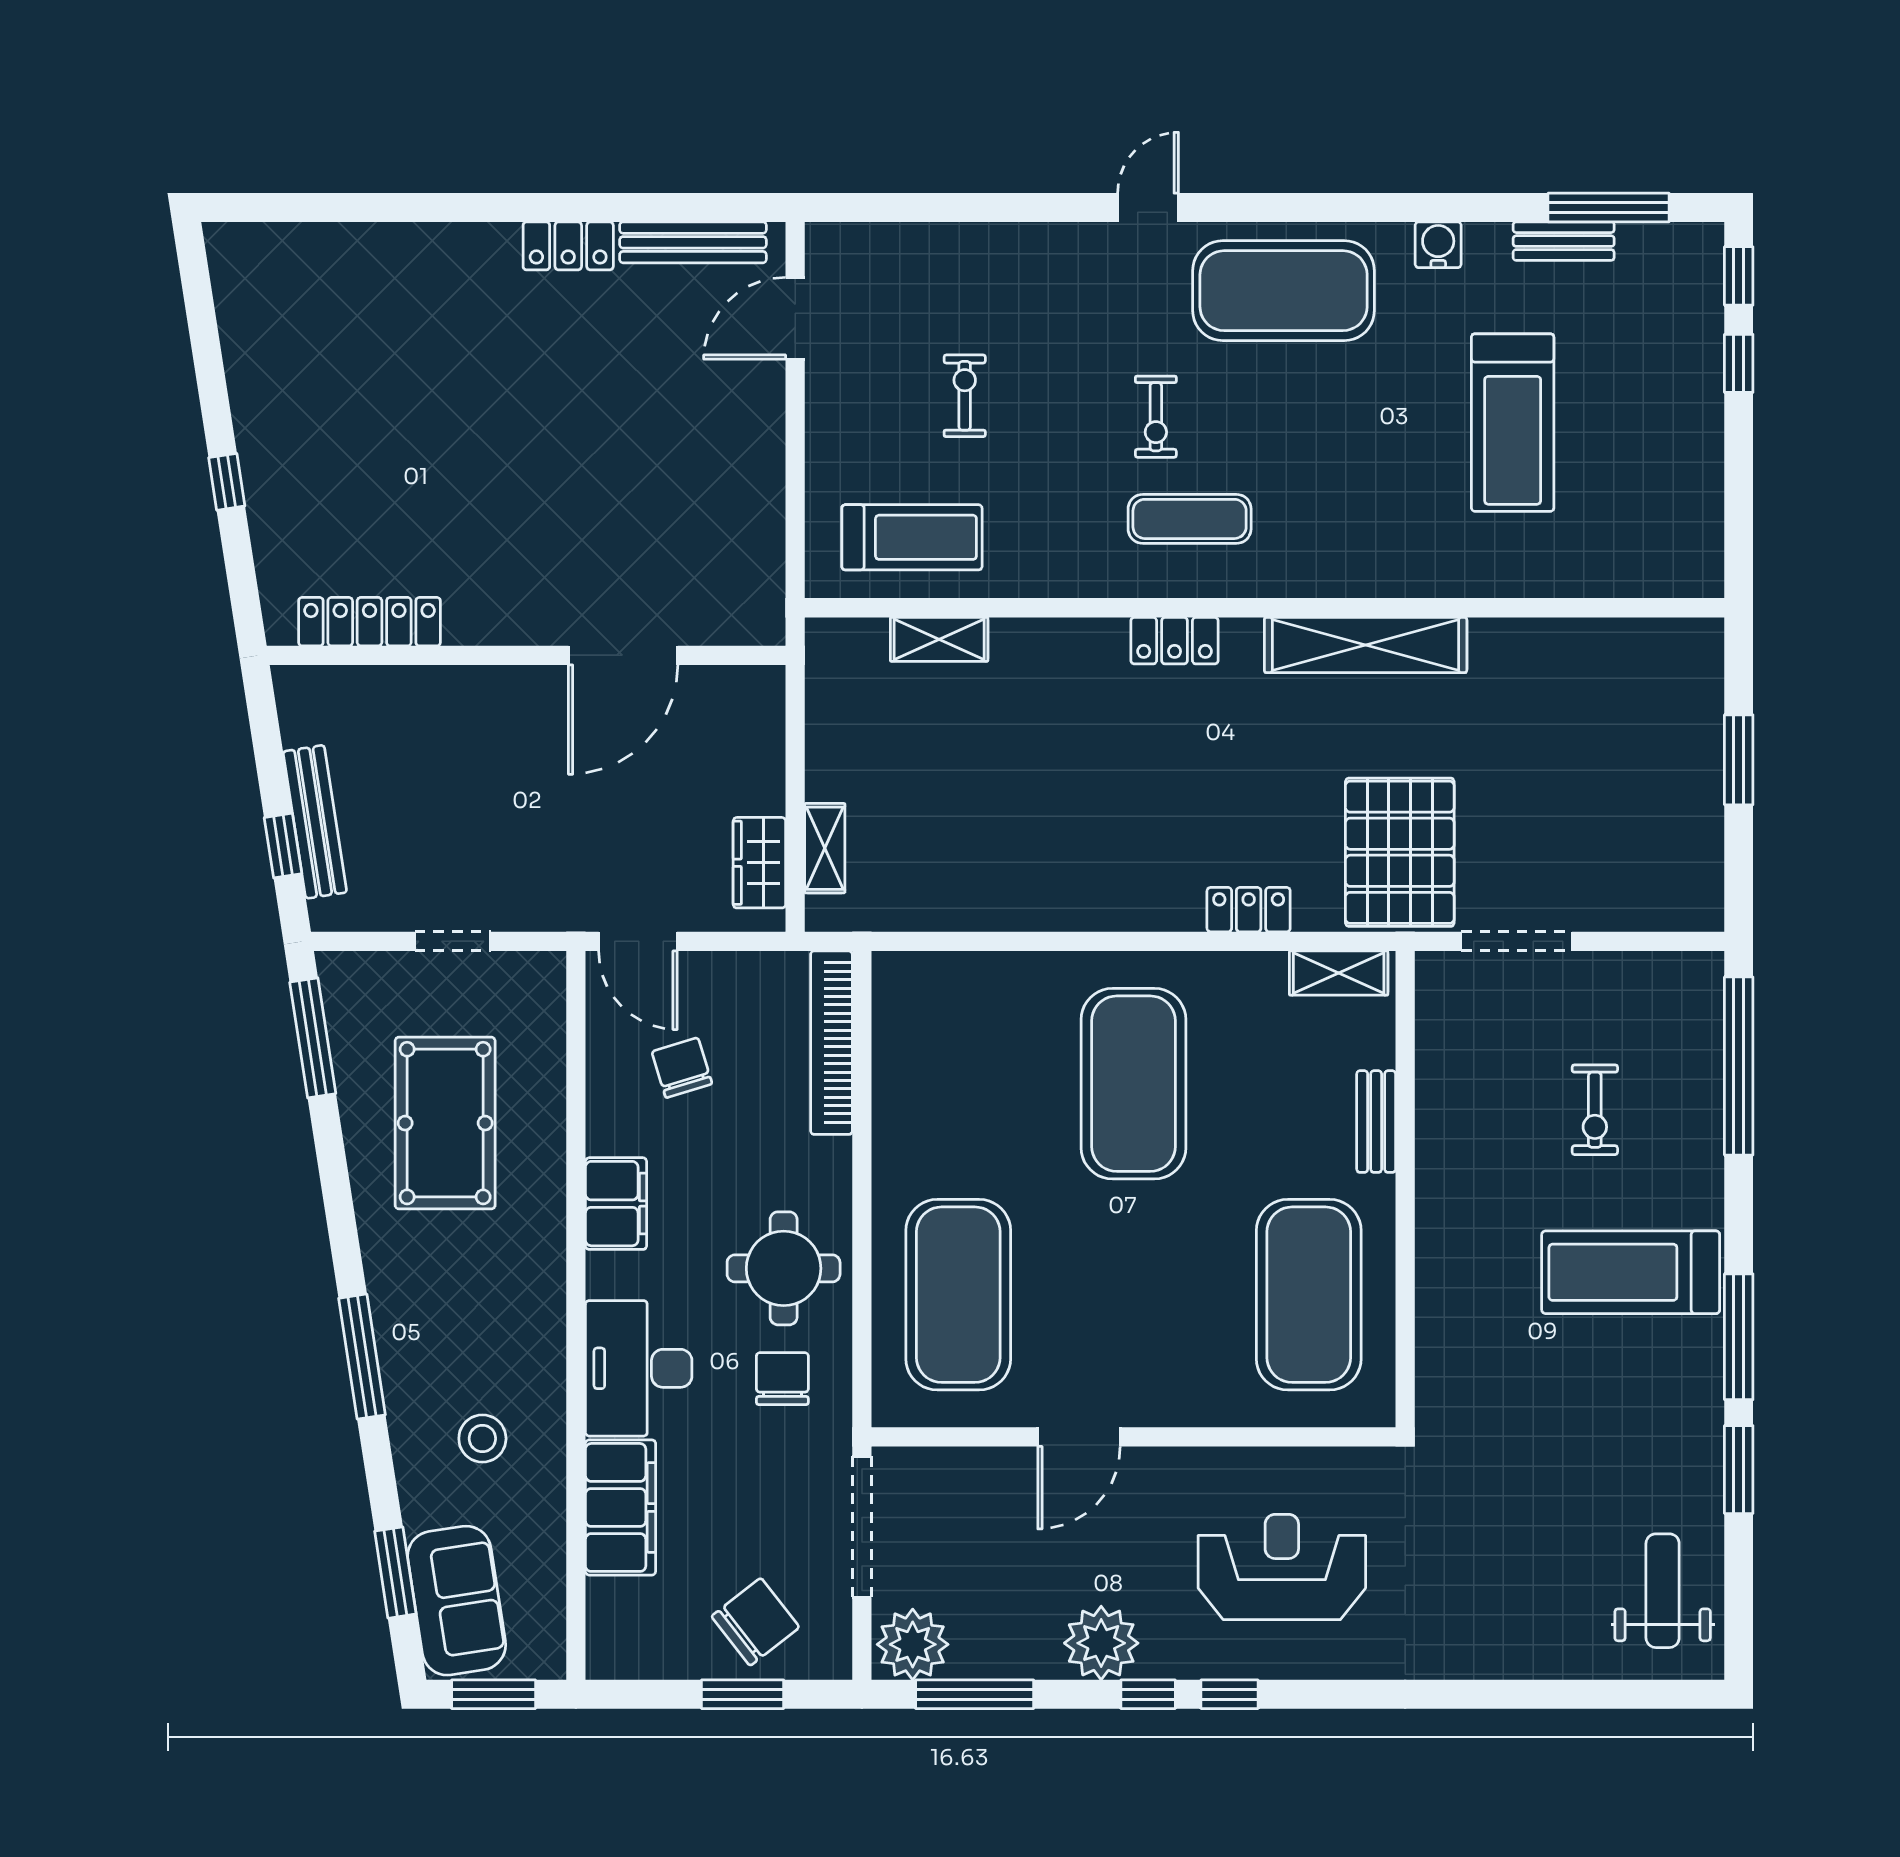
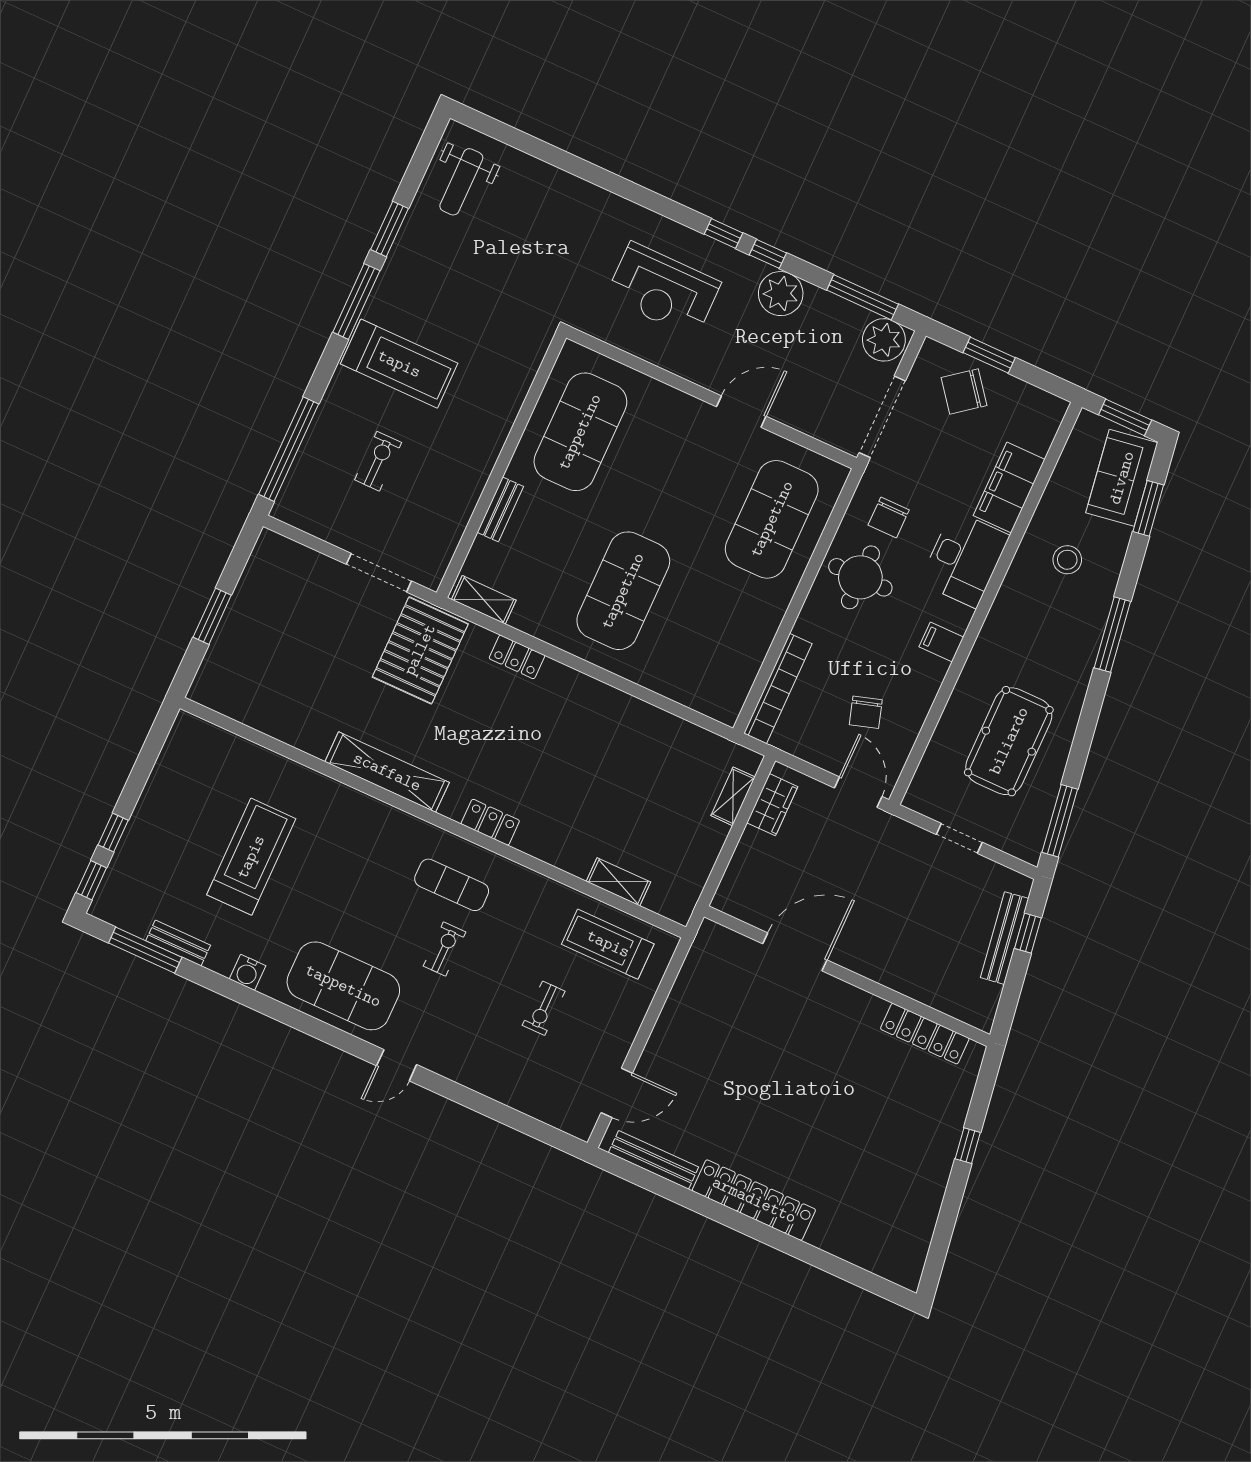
locker: (568, 246) -> (754, 1200), width x2.16, depth x1.21
filing cabinet: (616, 1204) -> (941, 642), width x0.50

